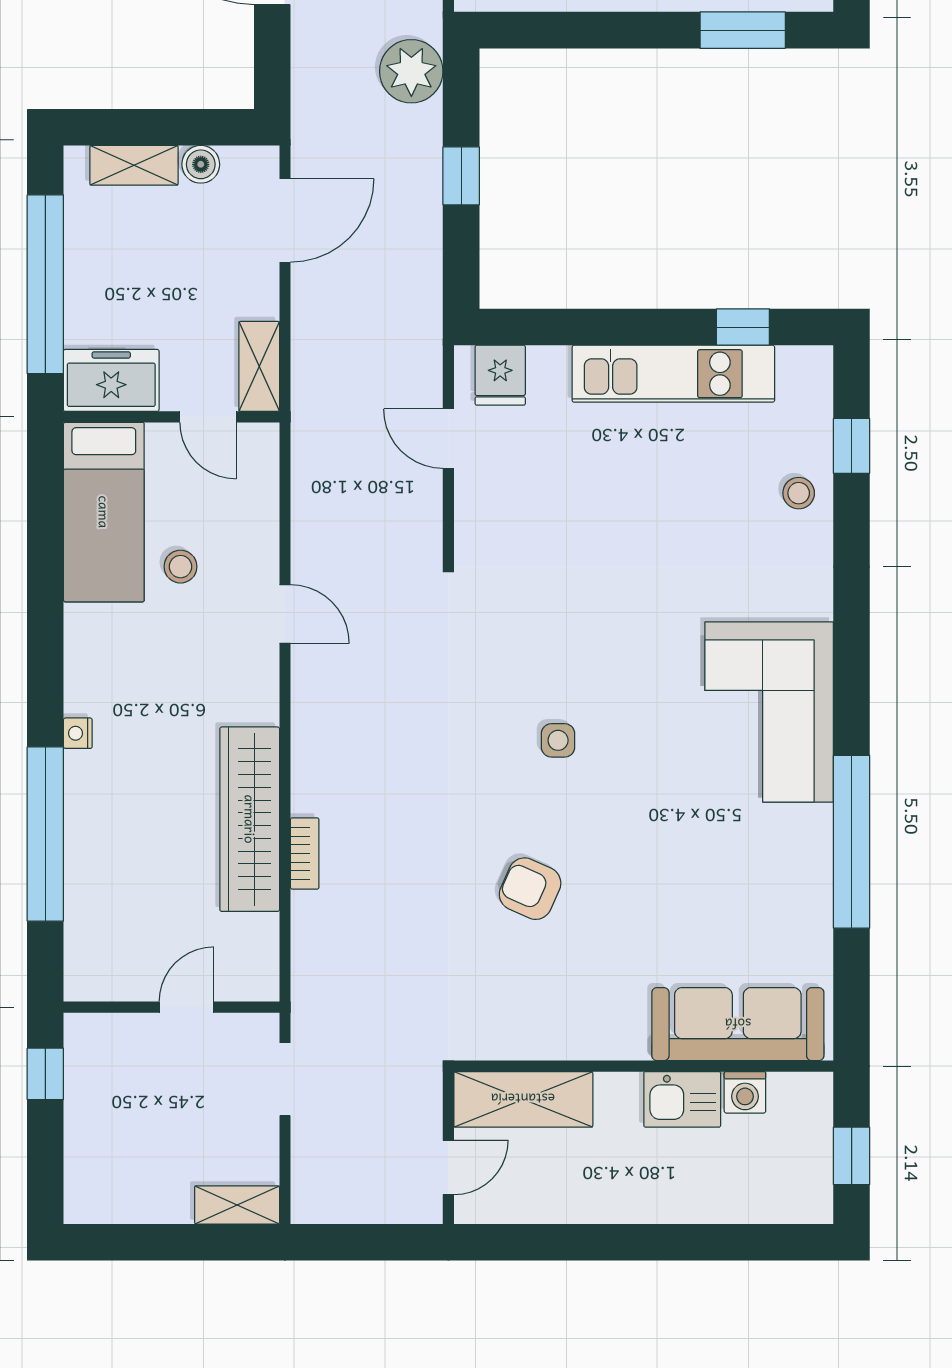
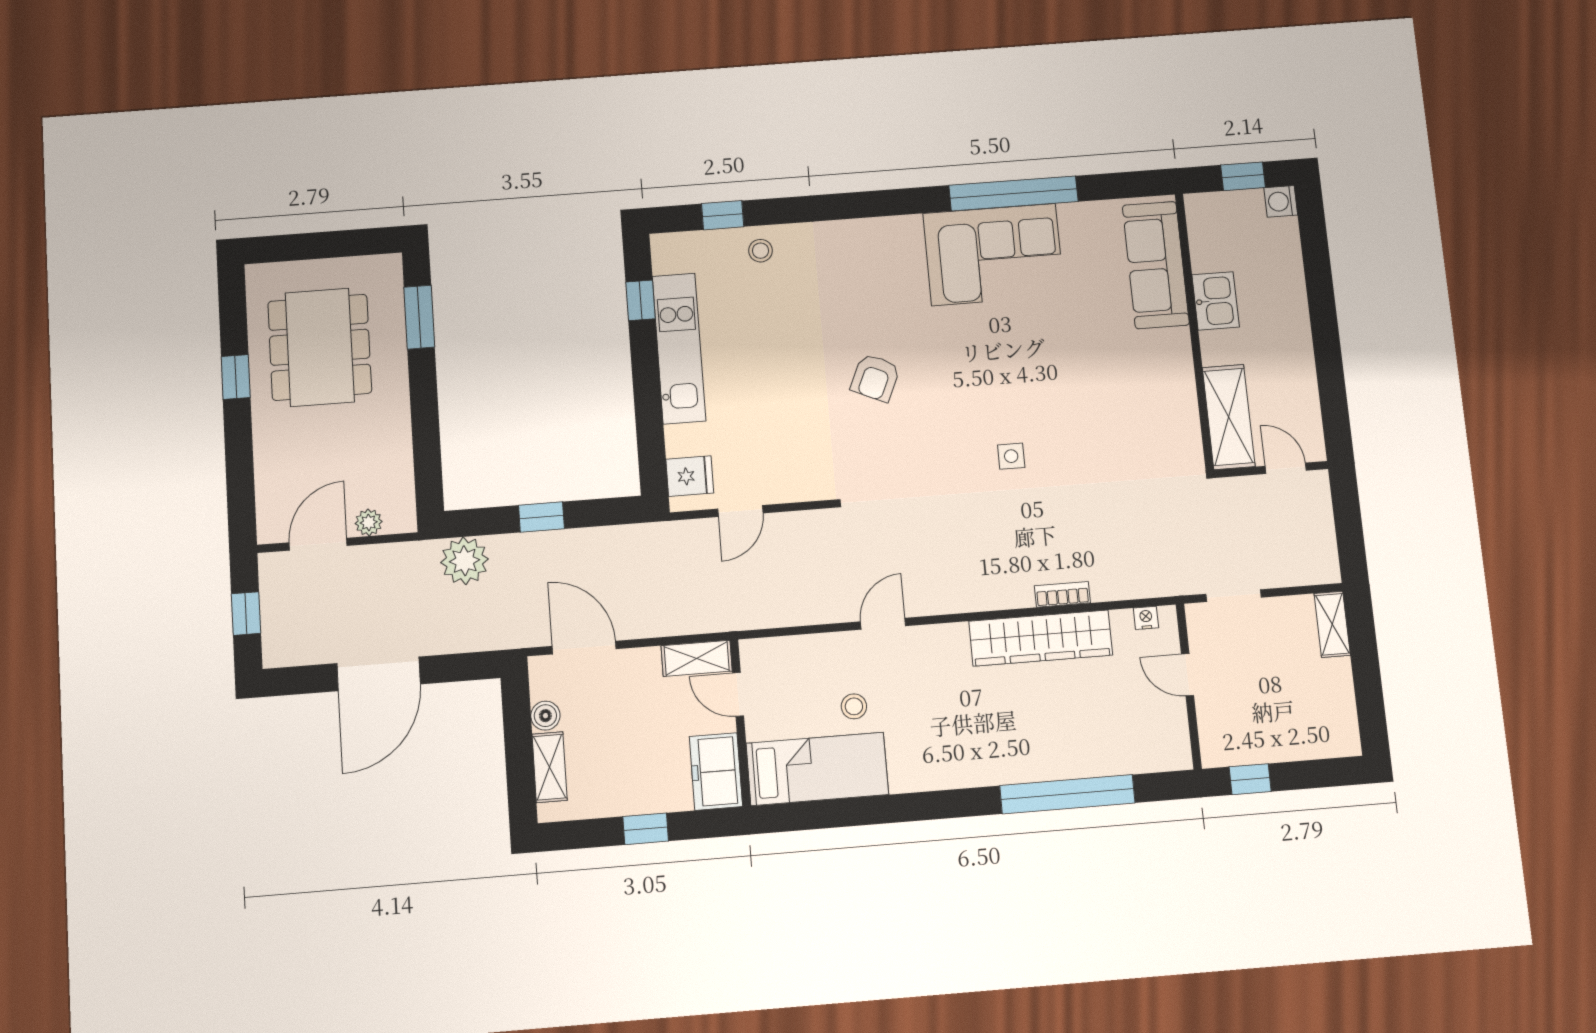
window: (45, 284) -> (646, 829), width x0.32
door: (208, 417) -> (738, 694), swing flipped
corner sofa: (769, 712) -> (994, 254), moved
nightstand: (78, 733) -> (1146, 618), moved, turned 180
side table: (558, 740) -> (1011, 456), moved
armchair: (530, 889) -> (875, 378), moved
washing machine: (745, 1092) -> (1281, 201), moved, turned 180

